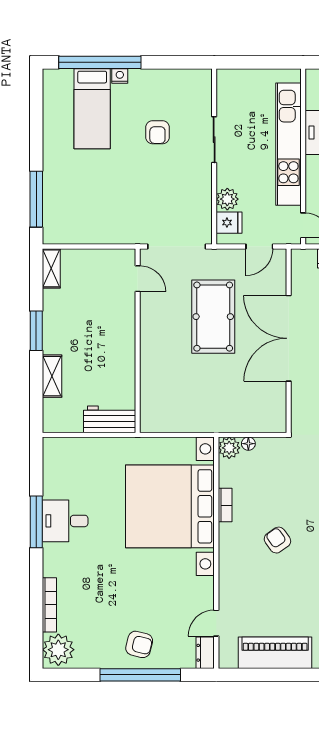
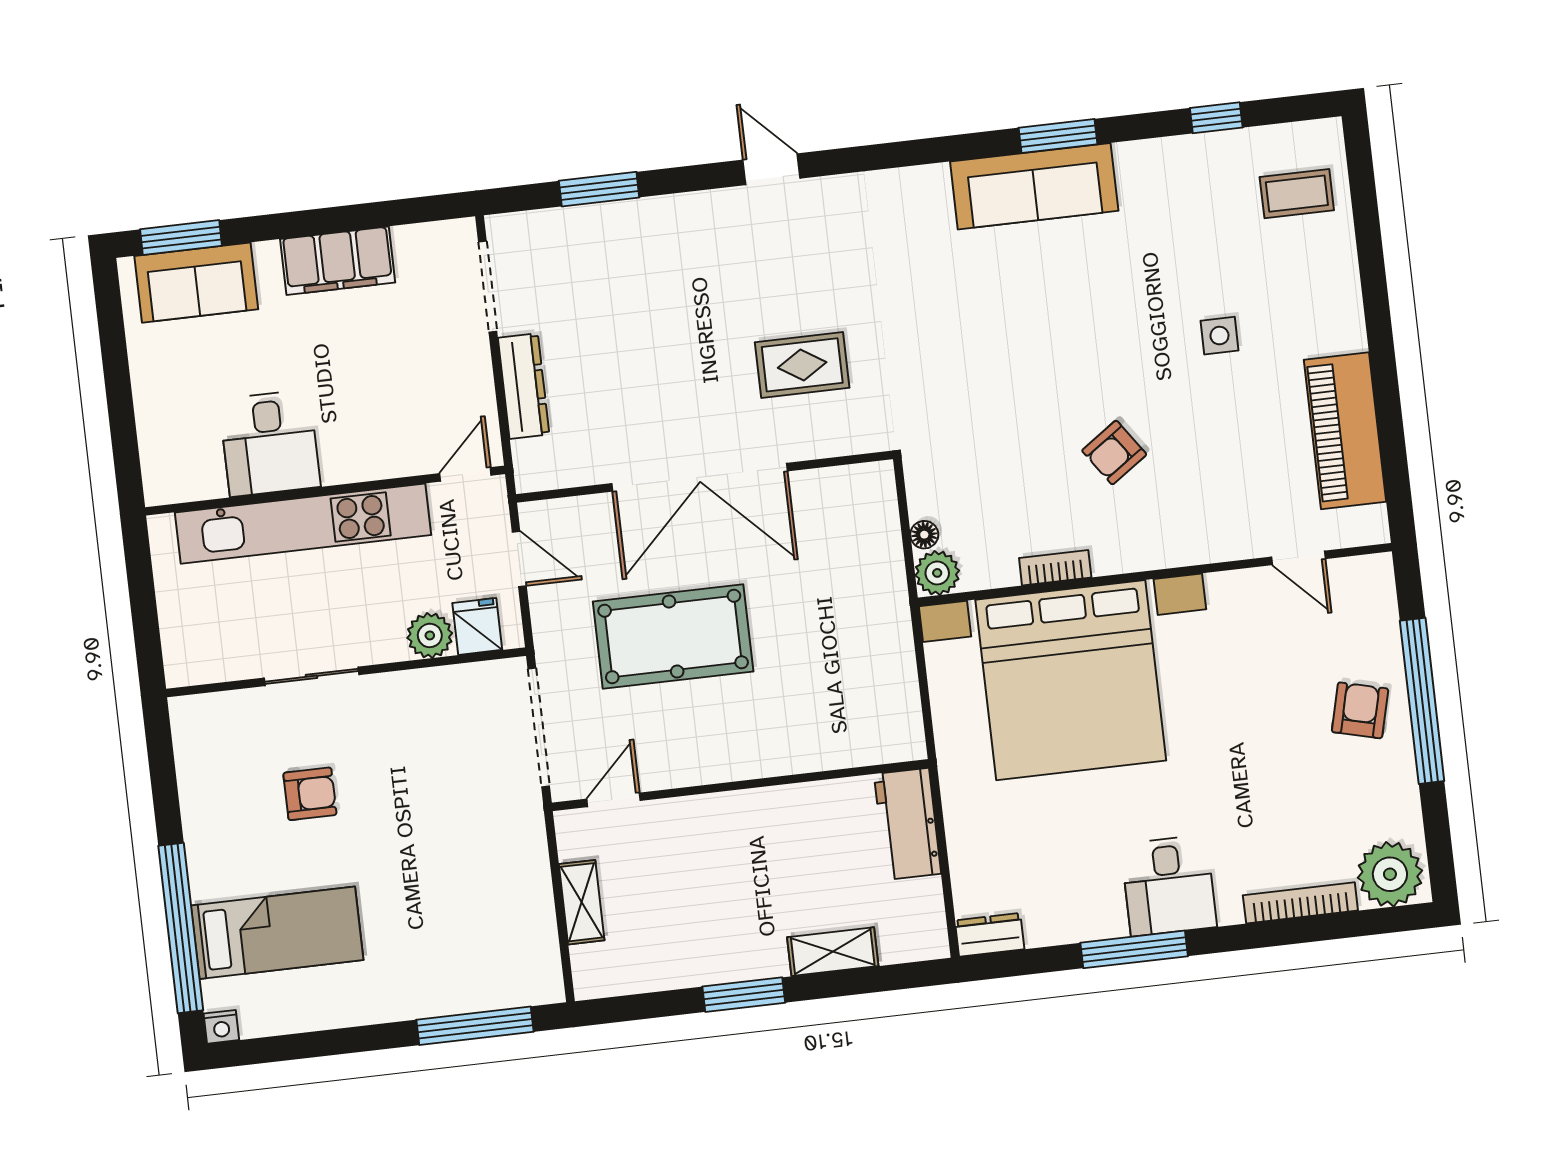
nightstand: (120, 76) -> (221, 1027), moved, turned -90
shelving: (51, 268) -> (582, 902), moved, turned 90
desk: (65, 521) -> (1169, 886), moved
dresser: (205, 653) -> (990, 935), moved, turned 180

